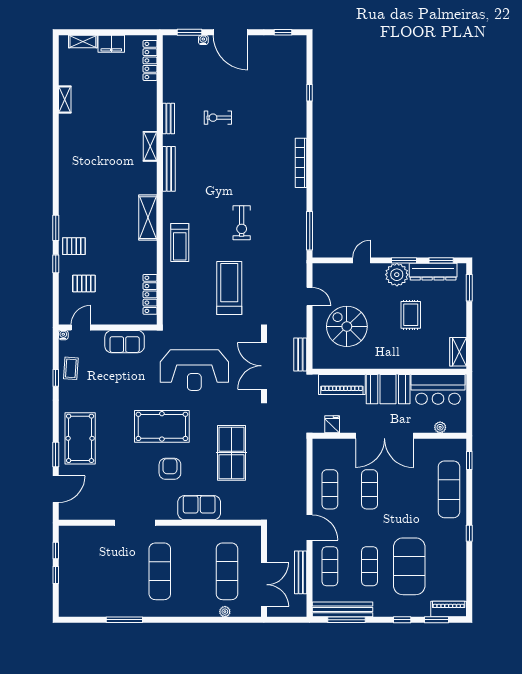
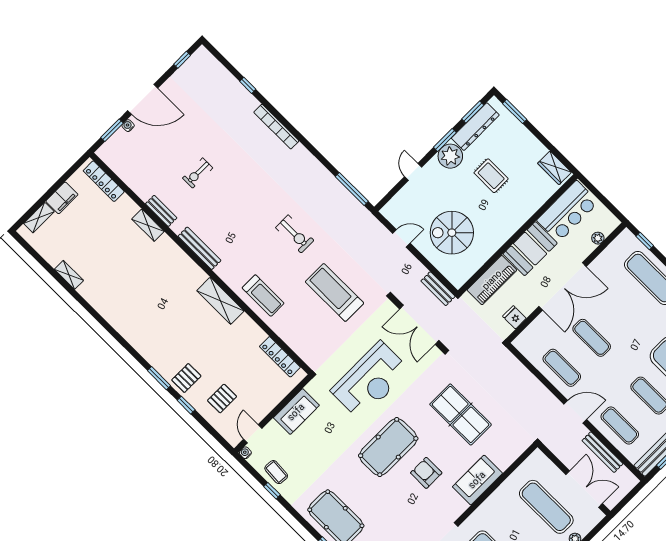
shelving: (150, 146) -> (148, 225), moved
bookcase: (301, 163) -> (276, 127), moved

